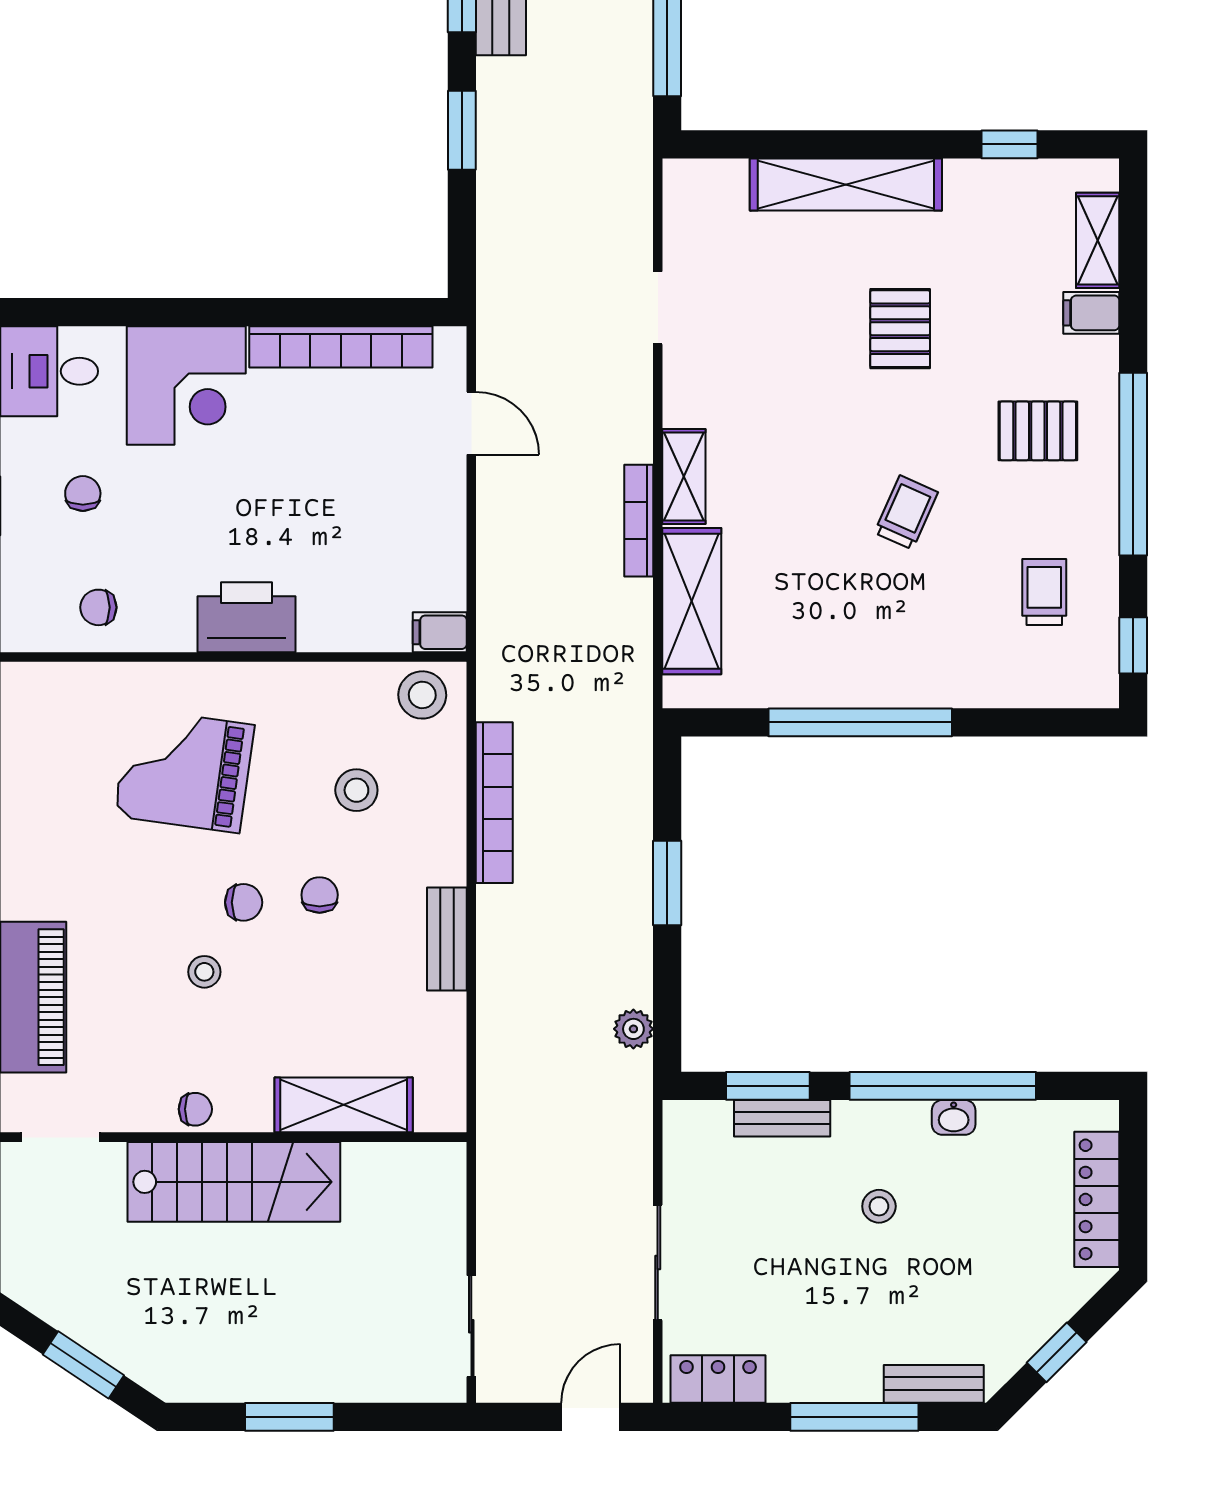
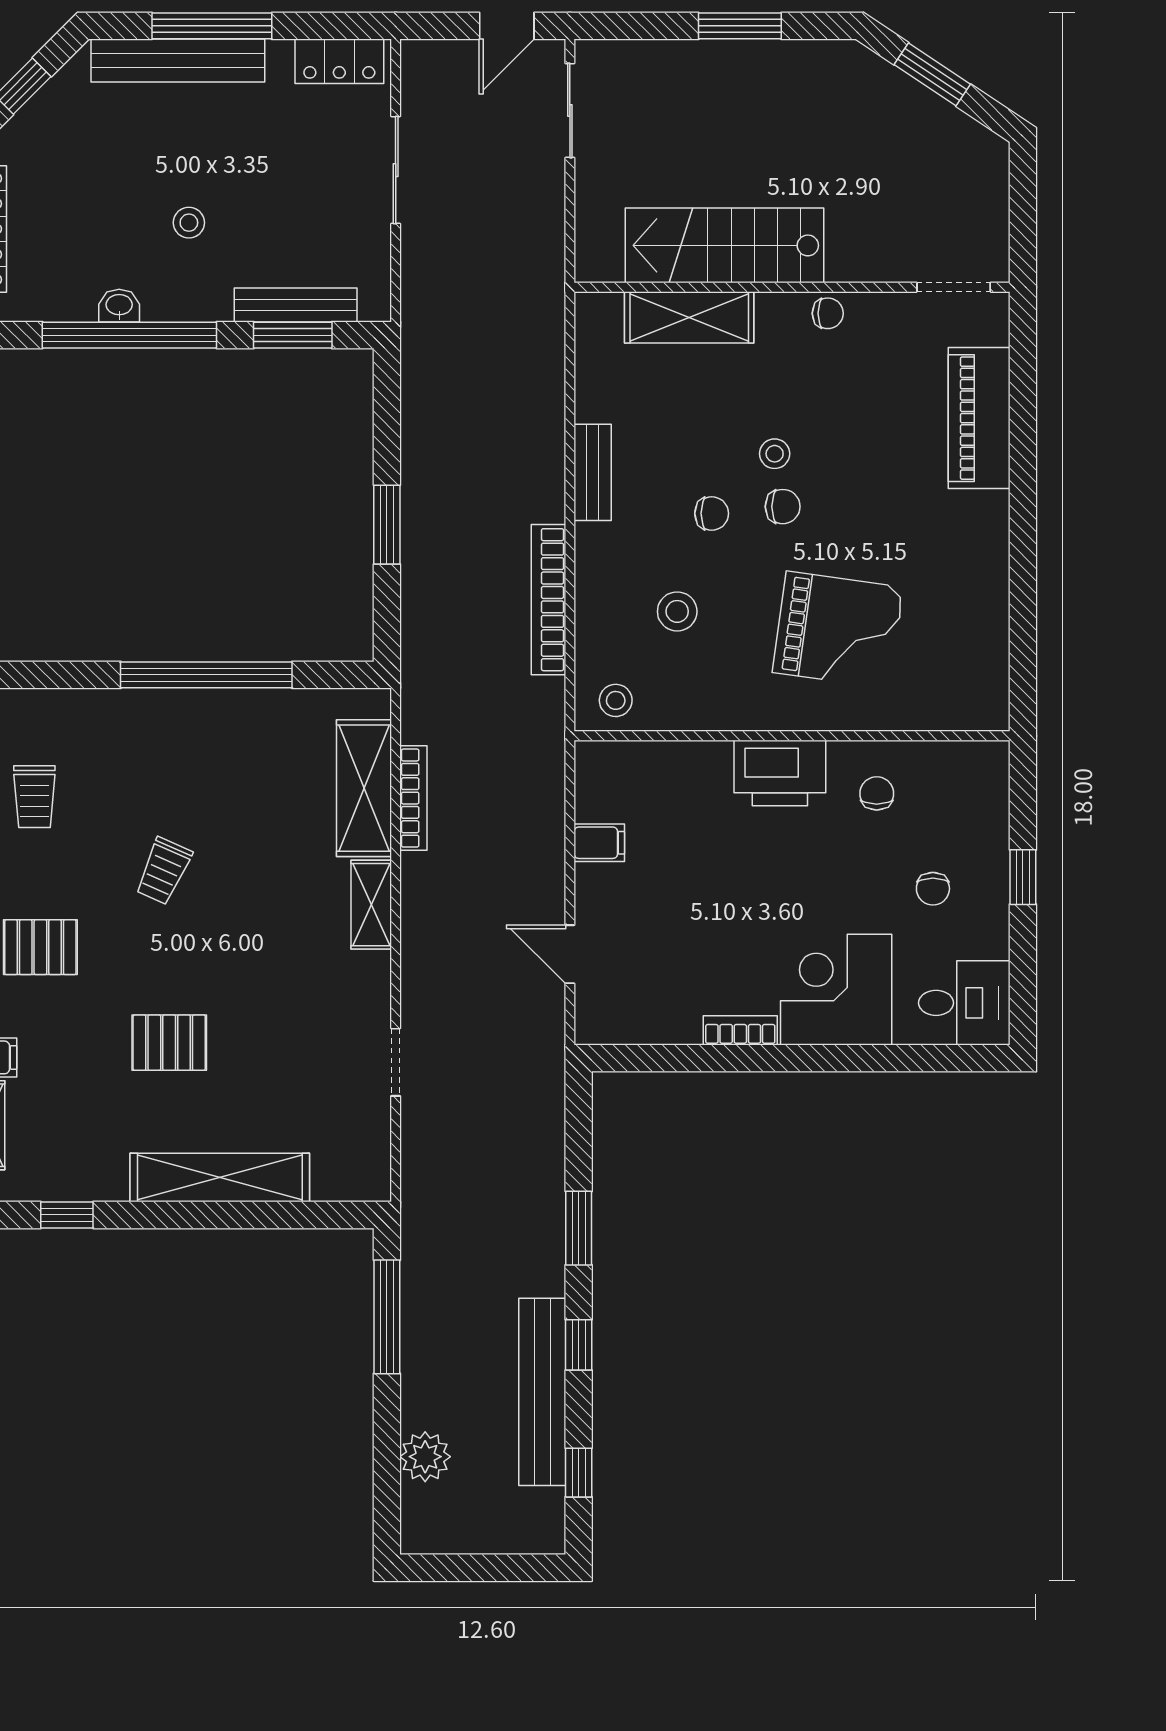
pallet: (900, 329) -> (169, 1043), turned 90
bookcase: (341, 347) -> (740, 1030), width x0.43, depth x0.76
bookcase: (639, 521) -> (413, 798), moved
chair: (98, 607) -> (877, 793), moved, turned -90
filing cabinet: (440, 632) -> (599, 843), moved
stool: (422, 695) -> (616, 700), width x0.73, depth x0.73
chair: (320, 895) -> (712, 513), turned -90
chair: (244, 902) -> (783, 507), turned 180
stool: (204, 972) -> (775, 454), moved
plant: (633, 1029) -> (418, 388), removed
chair: (195, 1109) -> (828, 313), turned 180
bench: (782, 1118) -> (296, 305), width x1.36
stairs: (234, 1182) -> (724, 245), moved
bench: (934, 1384) -> (178, 61), width x1.86, depth x1.21
door: (591, 1417) -> (507, 26), moved

